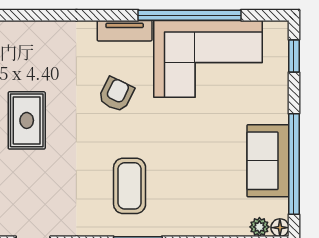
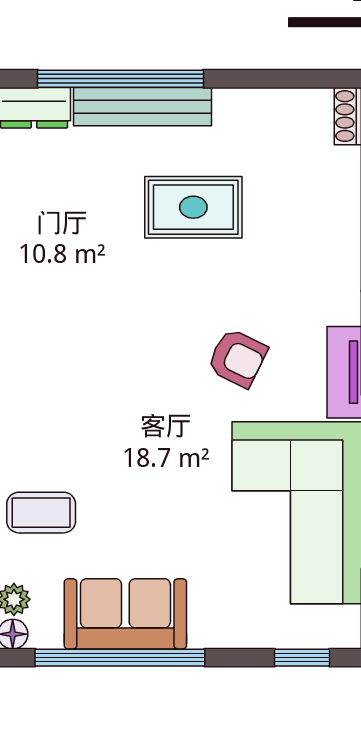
coffee table: (130, 186) -> (41, 513), moved, width x0.73, depth x0.77

